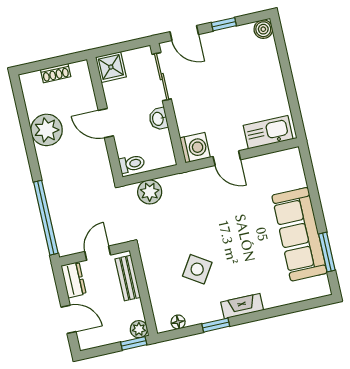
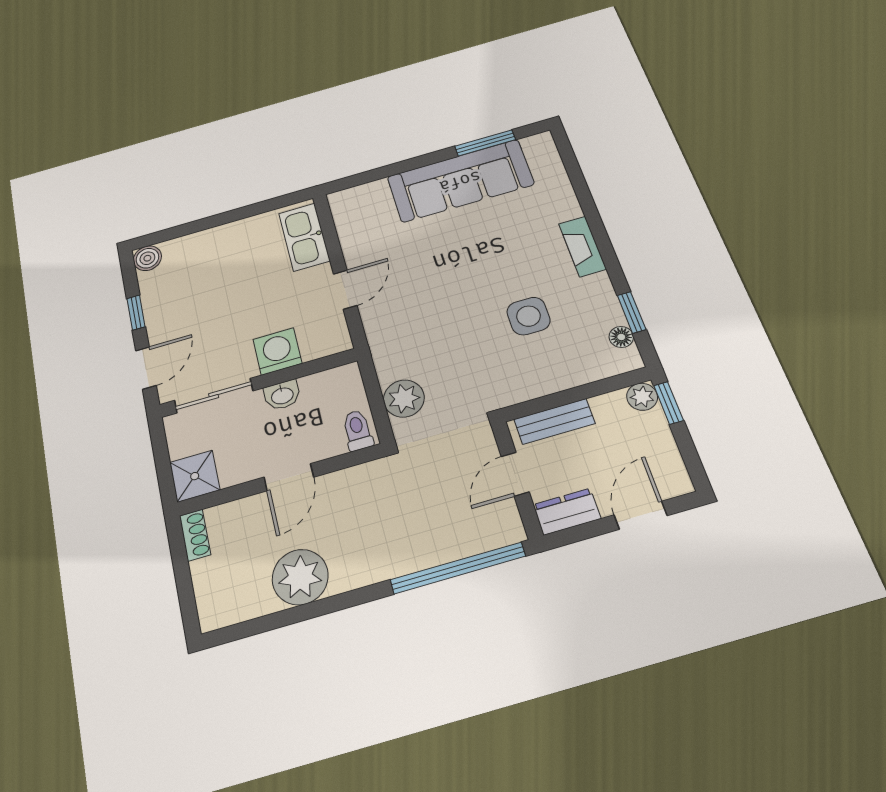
shoe rack: (56, 73) -> (195, 535), moved
washing machine: (195, 148) -> (277, 351), moved
door: (98, 253) -> (515, 474), hinge flipped
side table: (197, 269) -> (528, 316), turned -33
window: (216, 325) -> (632, 312), moved

